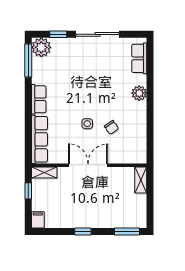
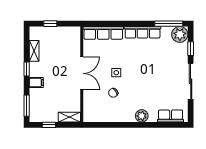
row of seats: (39, 99) -> (143, 32), width x1.48
shelving: (44, 172) -> (34, 51), moved
window: (28, 191) -> (50, 24), moved
window: (150, 205) -> (49, 125), added
filing cabinet: (38, 220) -> (36, 83), moved

